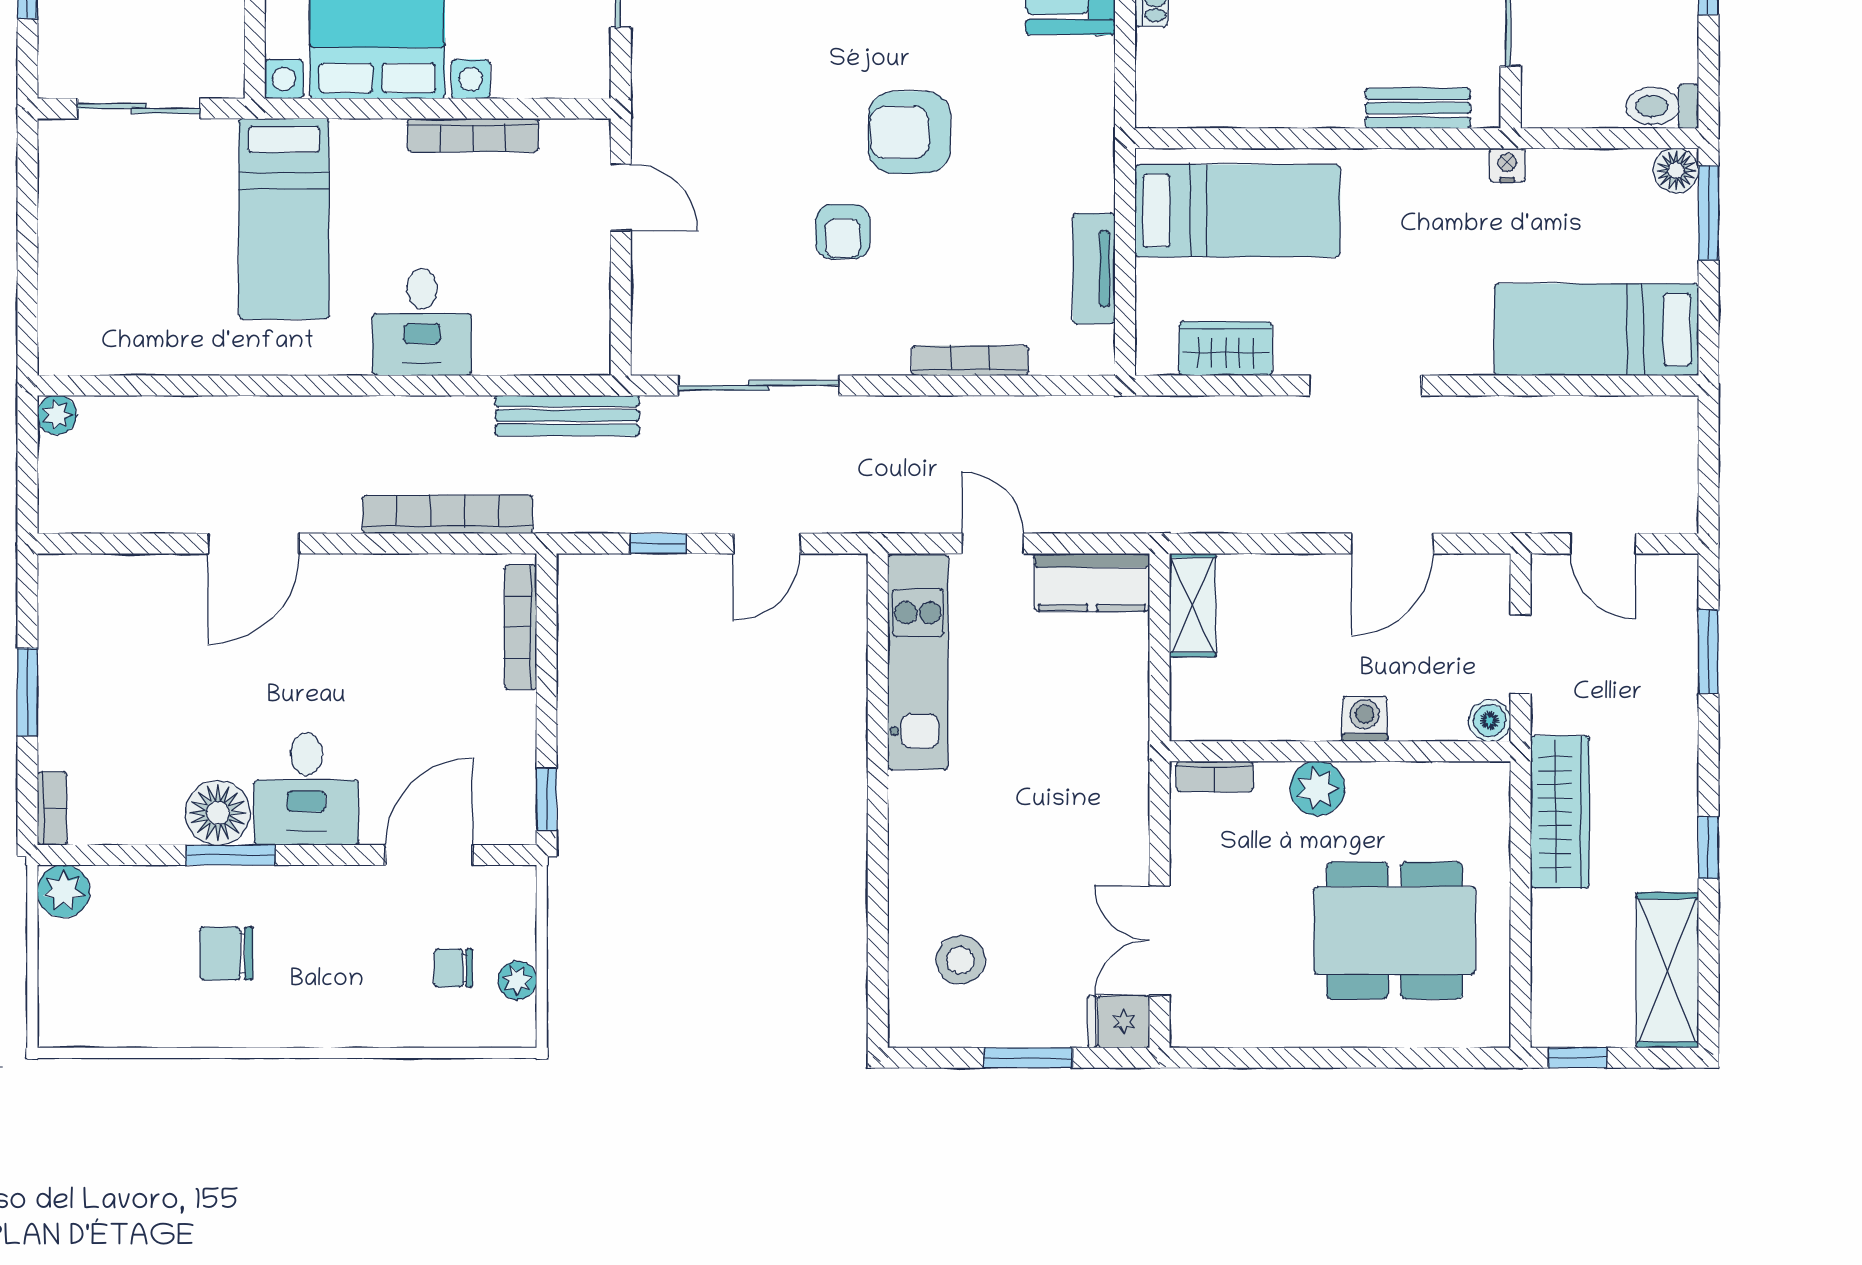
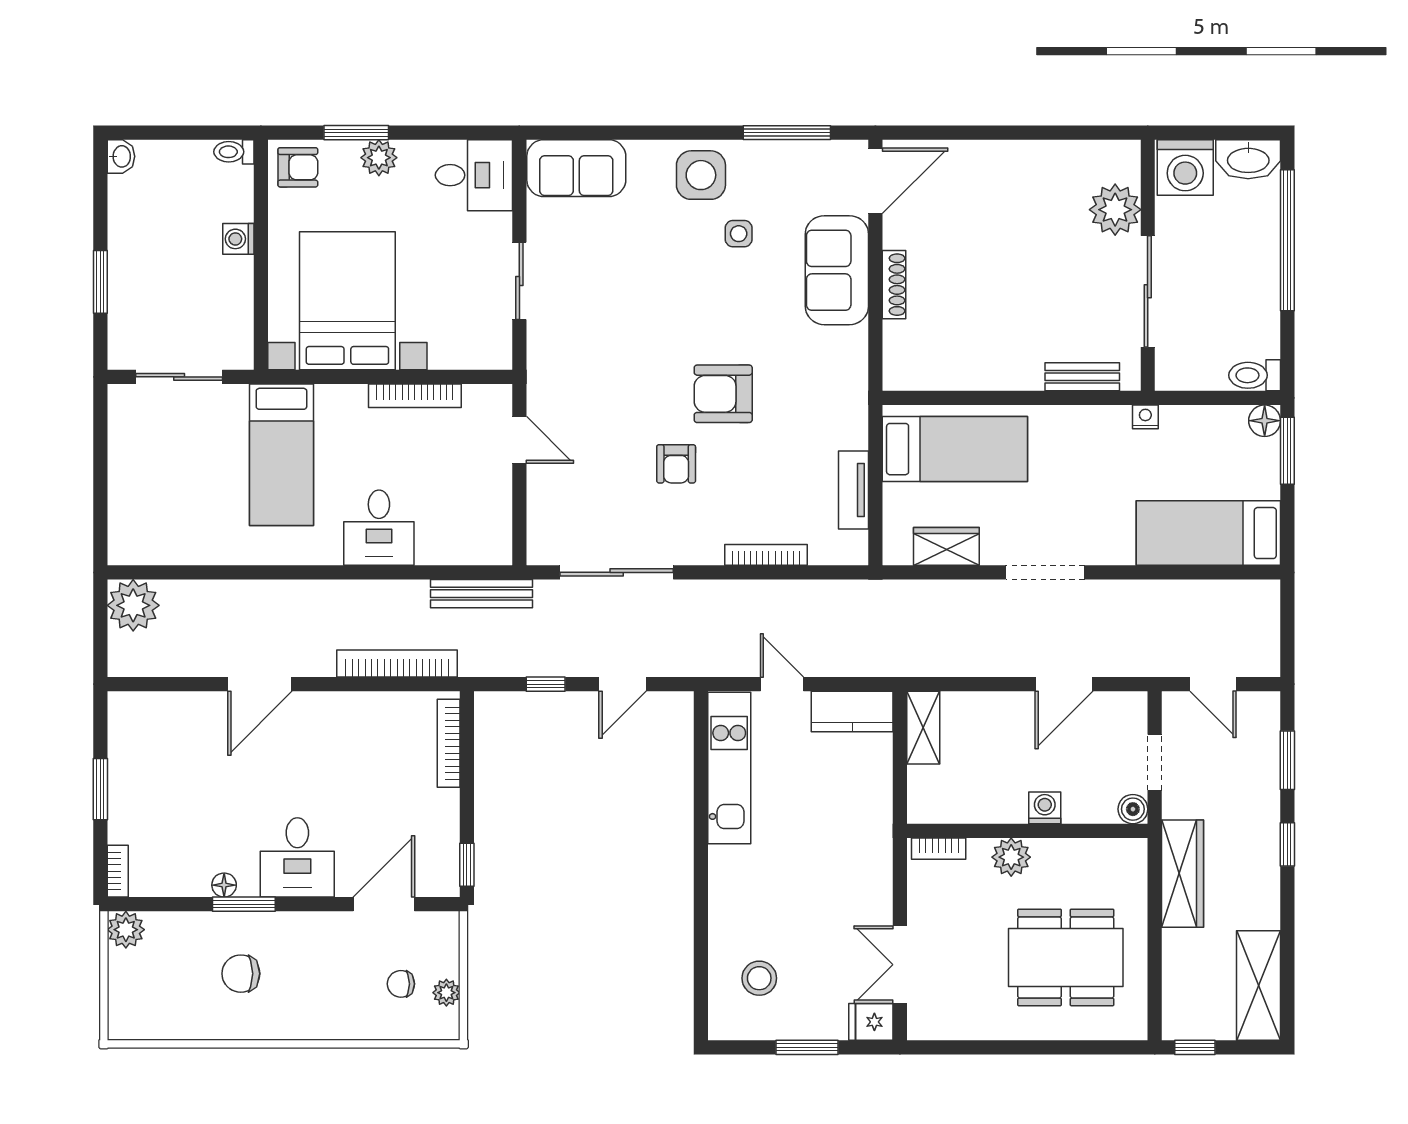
plant: (57, 415) -> (133, 605), width x1.87, depth x1.87
floor lamp: (218, 813) -> (224, 885), width x0.53, depth x0.53
window: (1708, 848) -> (1287, 844), moved

